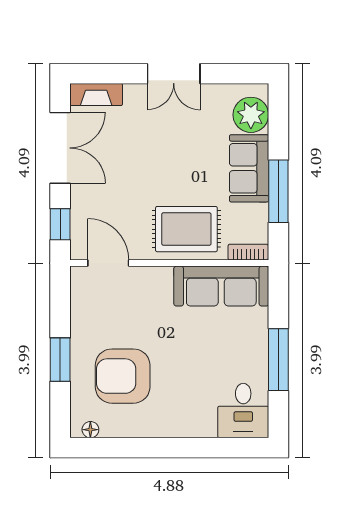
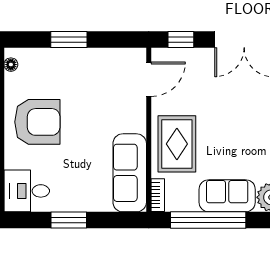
window: (278, 191) -> (208, 220), width x1.46
window: (278, 360) -> (69, 220), width x0.69
armchair: (123, 376) -> (37, 122), moved, turned 90

